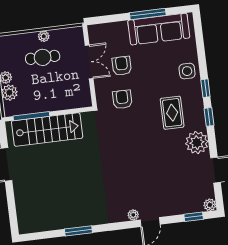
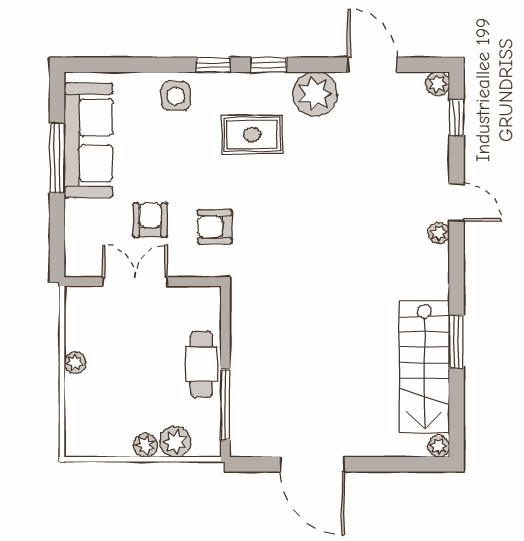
cafe table: (43, 57) -> (202, 364), moved
armchair: (122, 66) -> (150, 220), turned 90
stairs: (47, 129) -> (424, 367), moved, turned 180
plant: (24, 228) -> (439, 446), added

